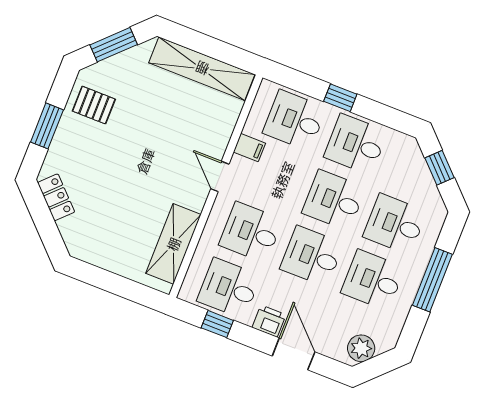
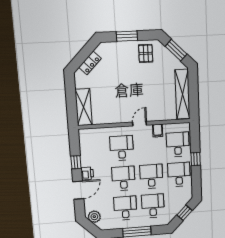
locker: (56, 197) -> (90, 63), moved
shelving: (173, 244) -> (84, 107), moved, turned 90
desk: (229, 288) -> (93, 150), removed
window: (217, 324) -> (76, 162), moved

